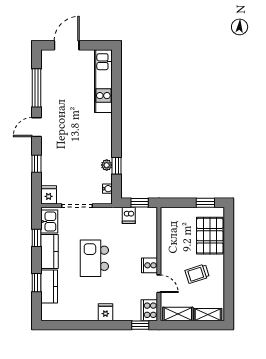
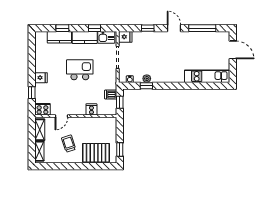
cooker: (149, 265) -> (91, 109), moved
window: (140, 325) -> (32, 93), moved

